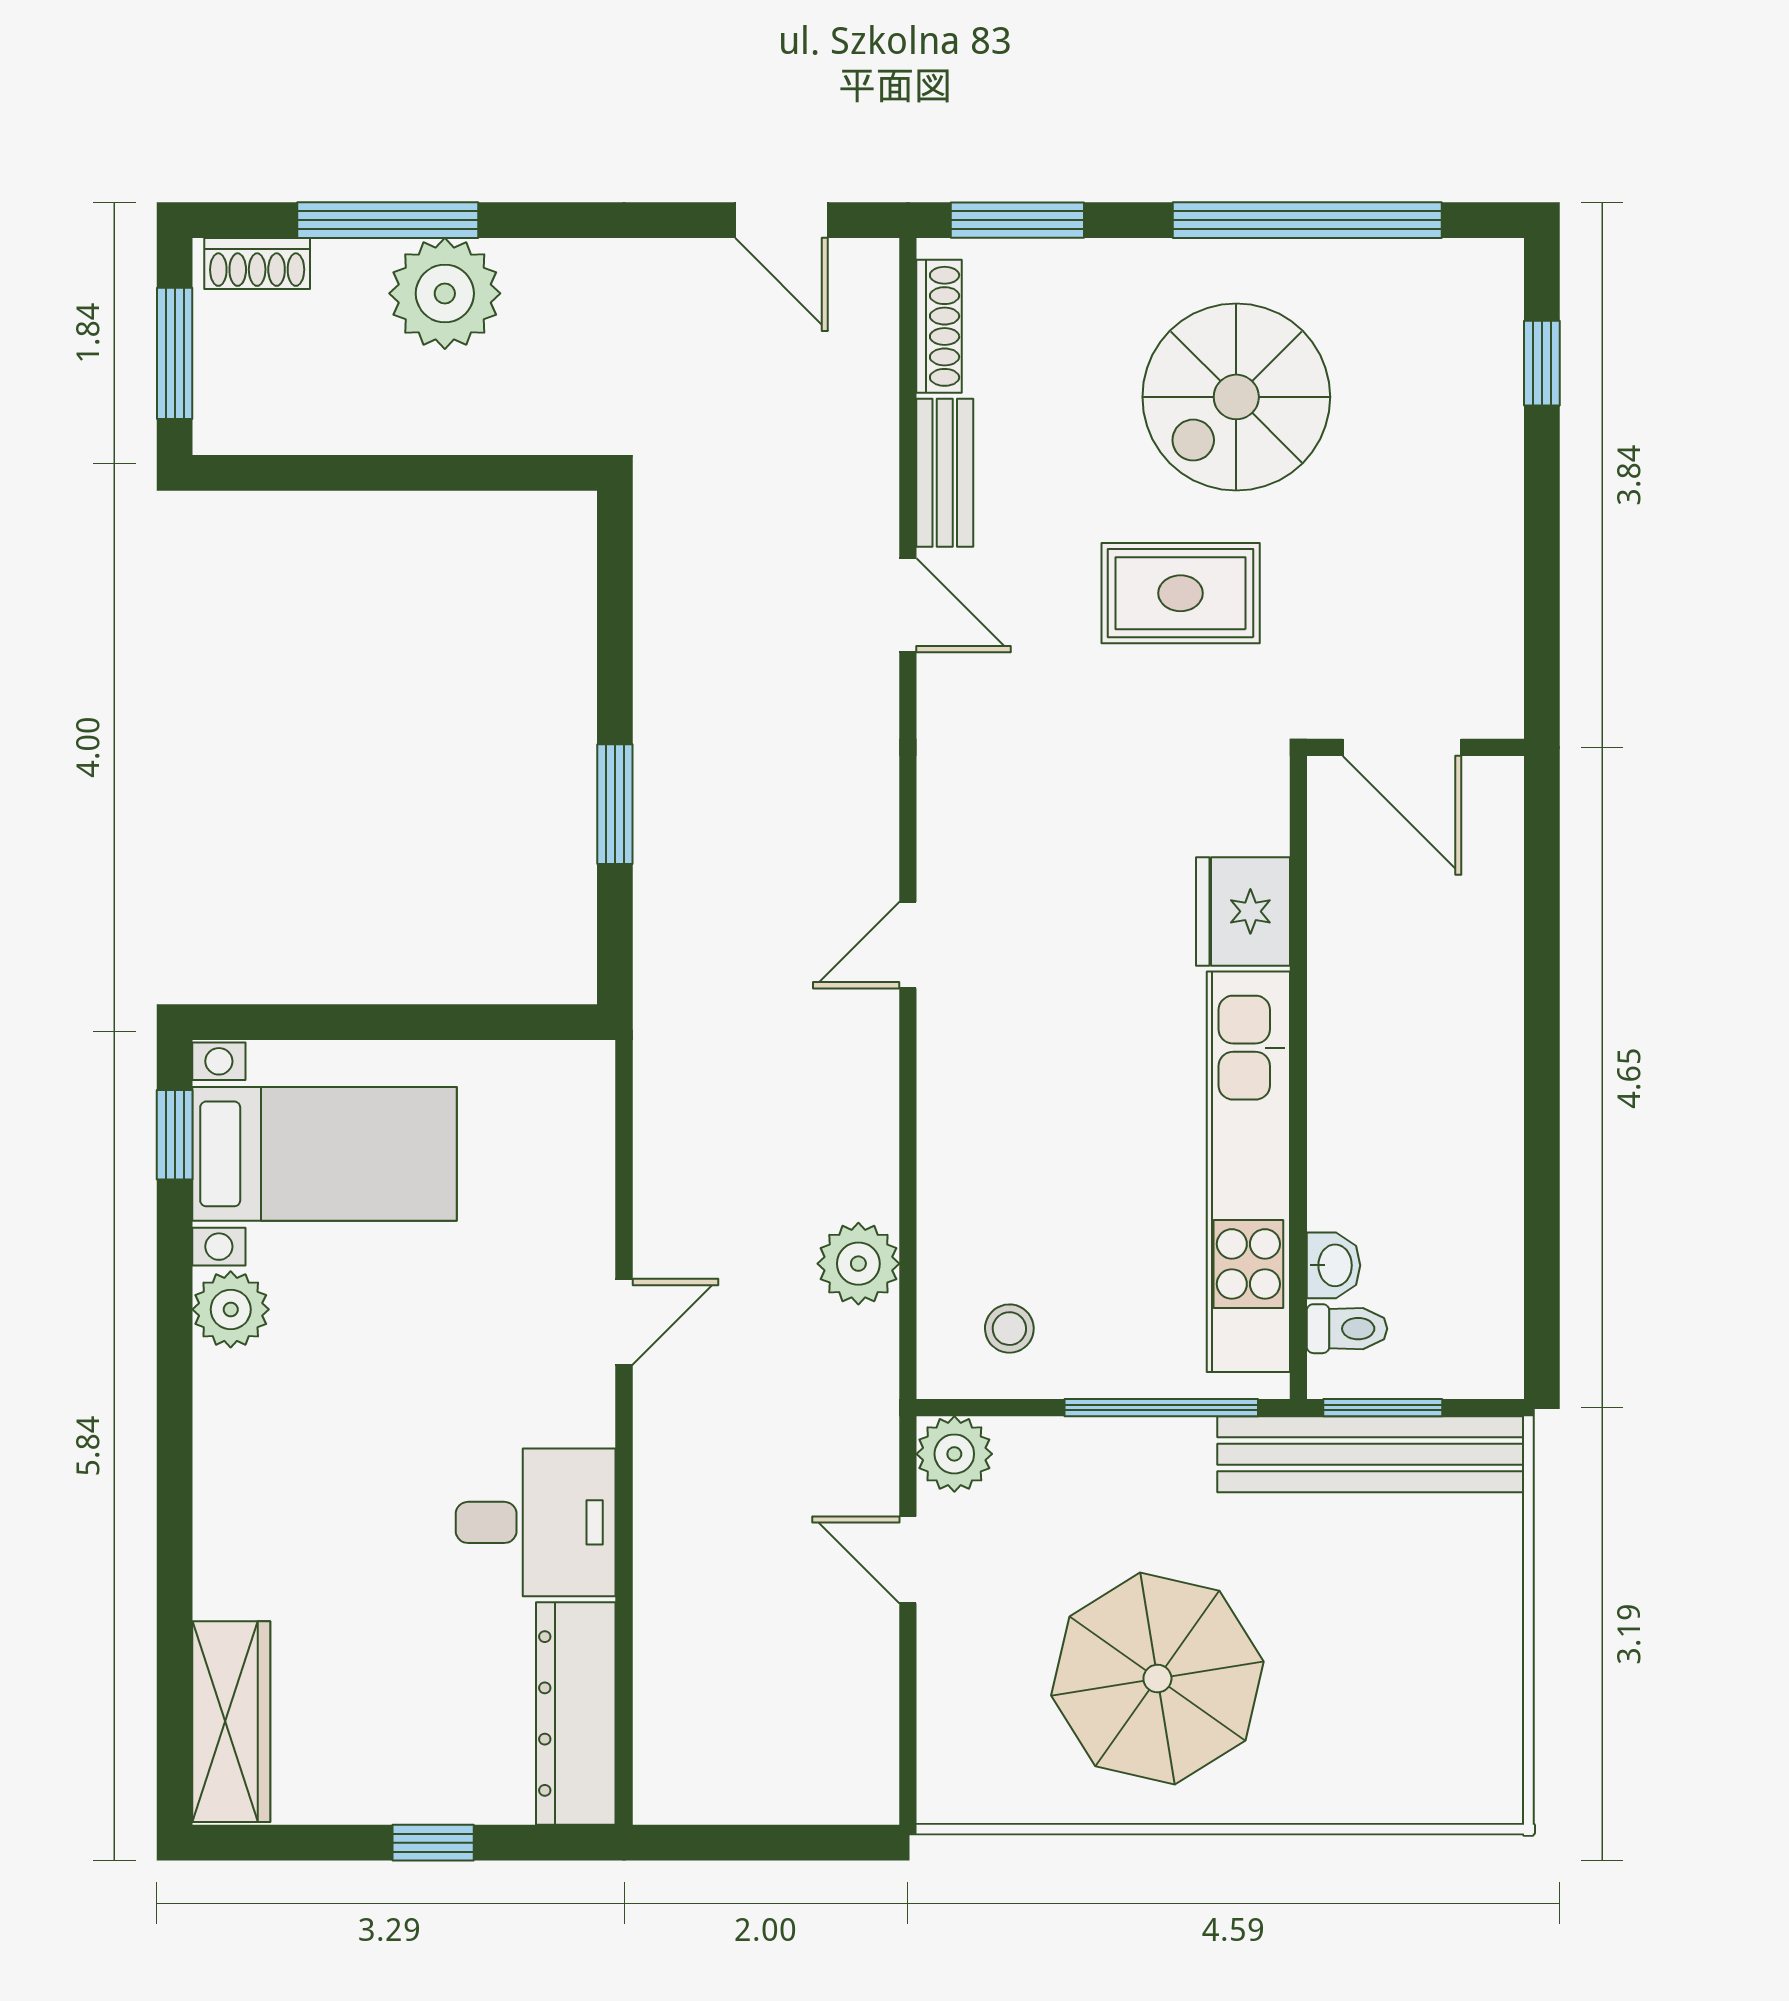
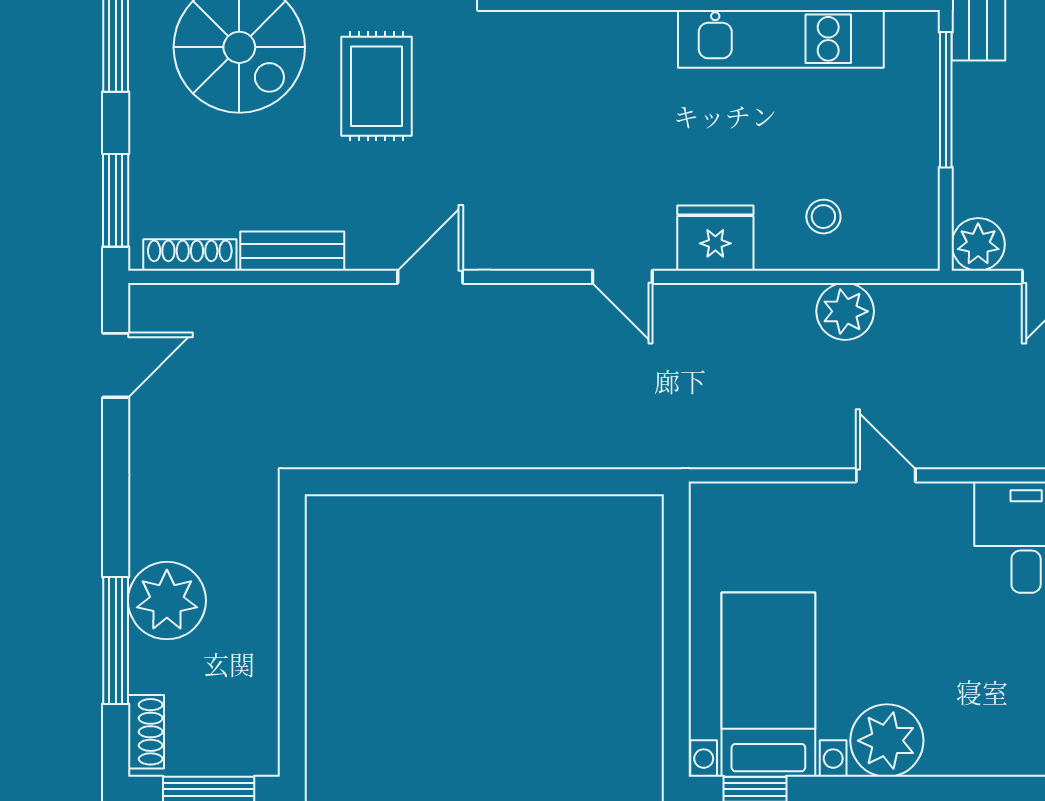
door: (908, 605) -> (430, 277), moved
window: (615, 804) -> (524, 482), removed
fridge: (1243, 911) -> (715, 238), moved, turned 180
kitchen unit: (1248, 1172) -> (781, 39), width x0.73
plant: (231, 1309) -> (887, 741), width x1.36, depth x1.36
stool: (1009, 1329) -> (823, 217), moved

